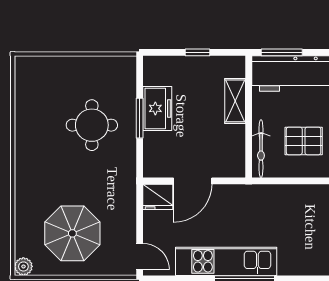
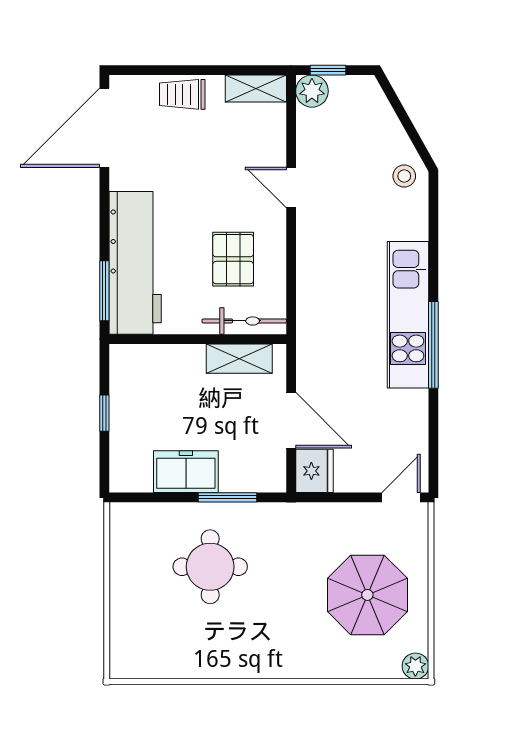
shelving: (235, 101) -> (239, 359), moved
window: (140, 118) -> (228, 497), moved
kitchen unit: (226, 261) -> (408, 315), moved

